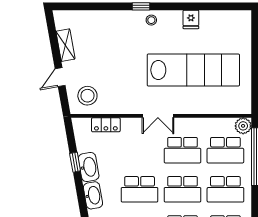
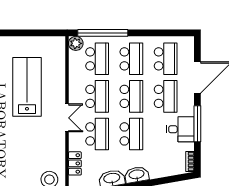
lab bench: (193, 70) -> (27, 87), width x0.73
school desk: (140, 150) -> (97, 134), added

